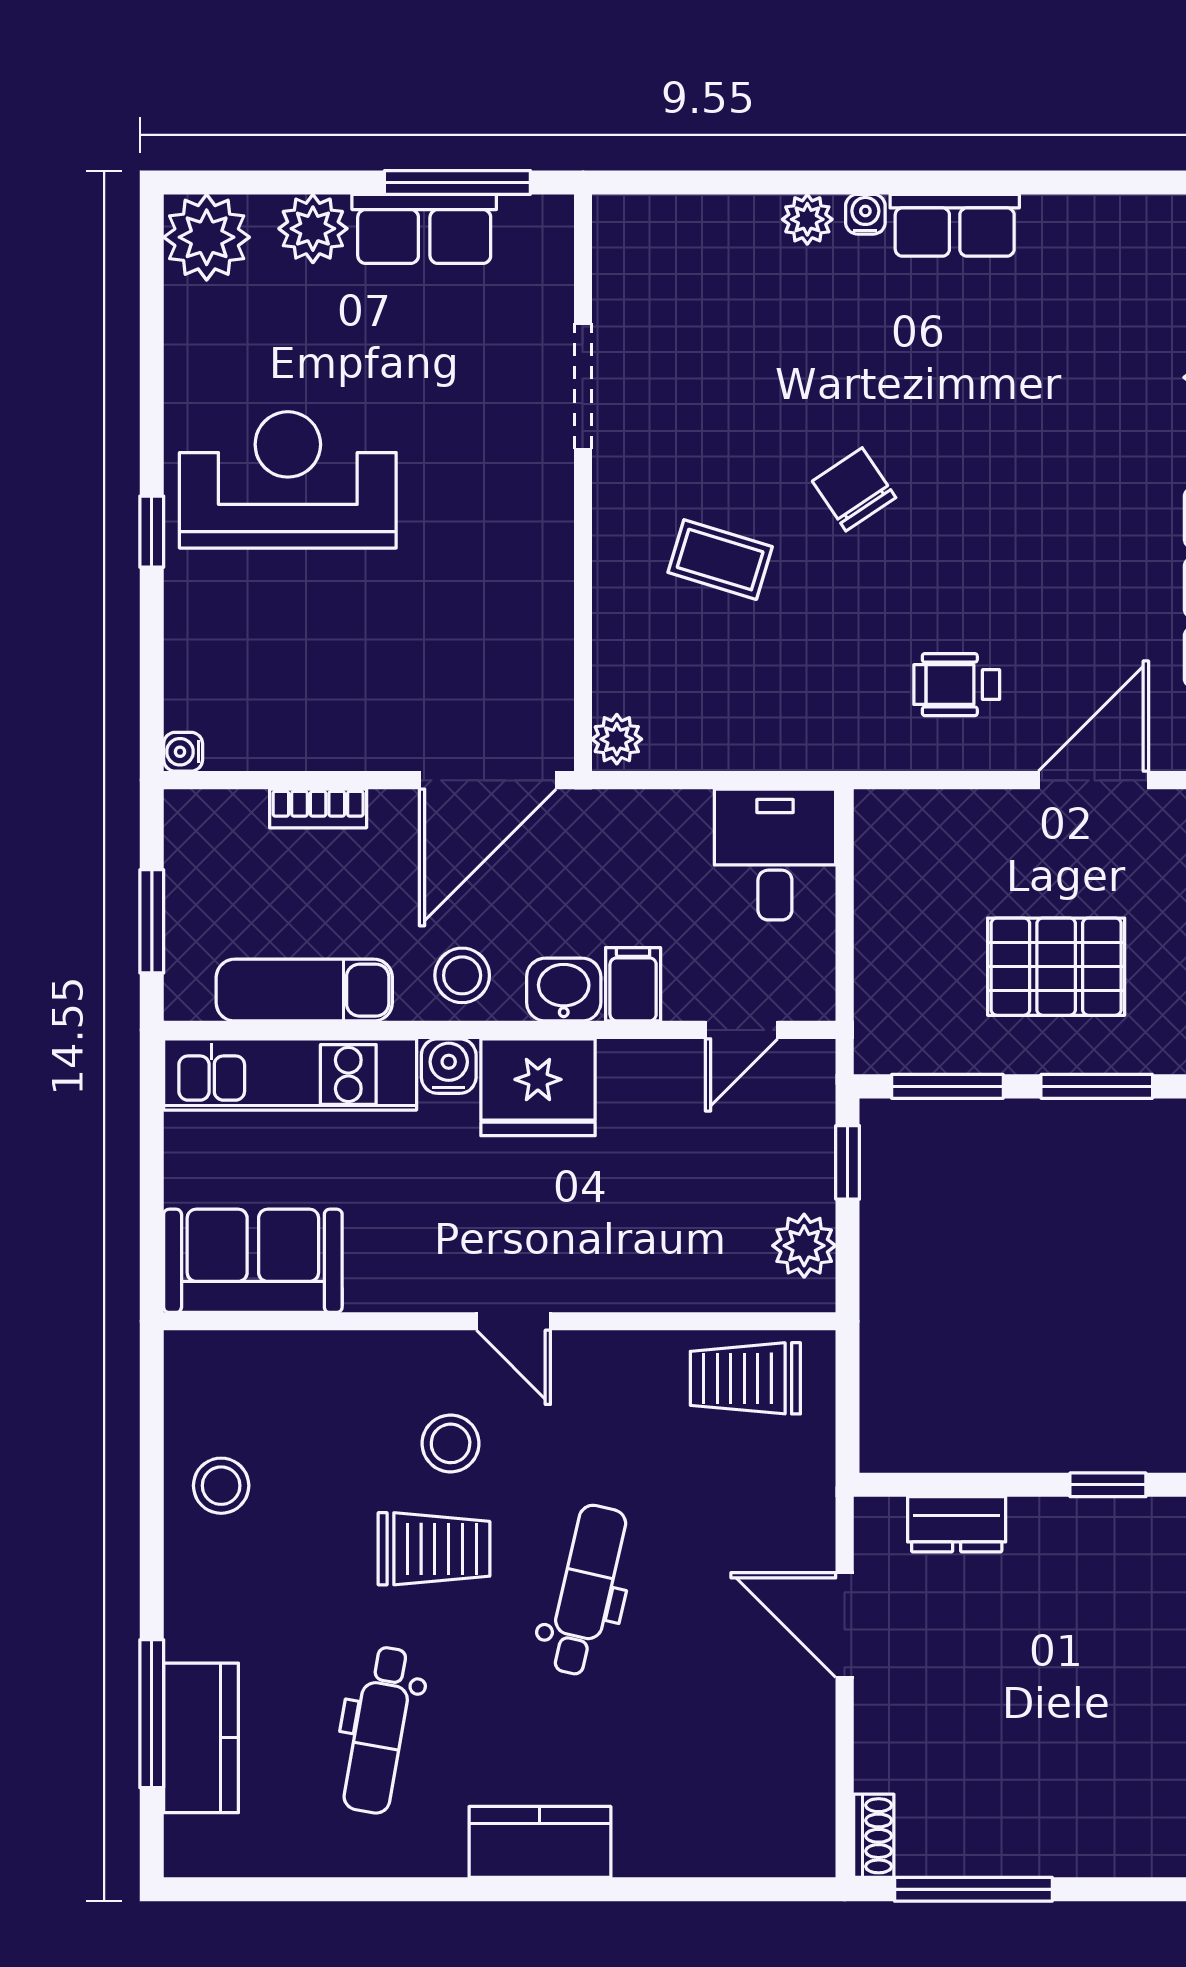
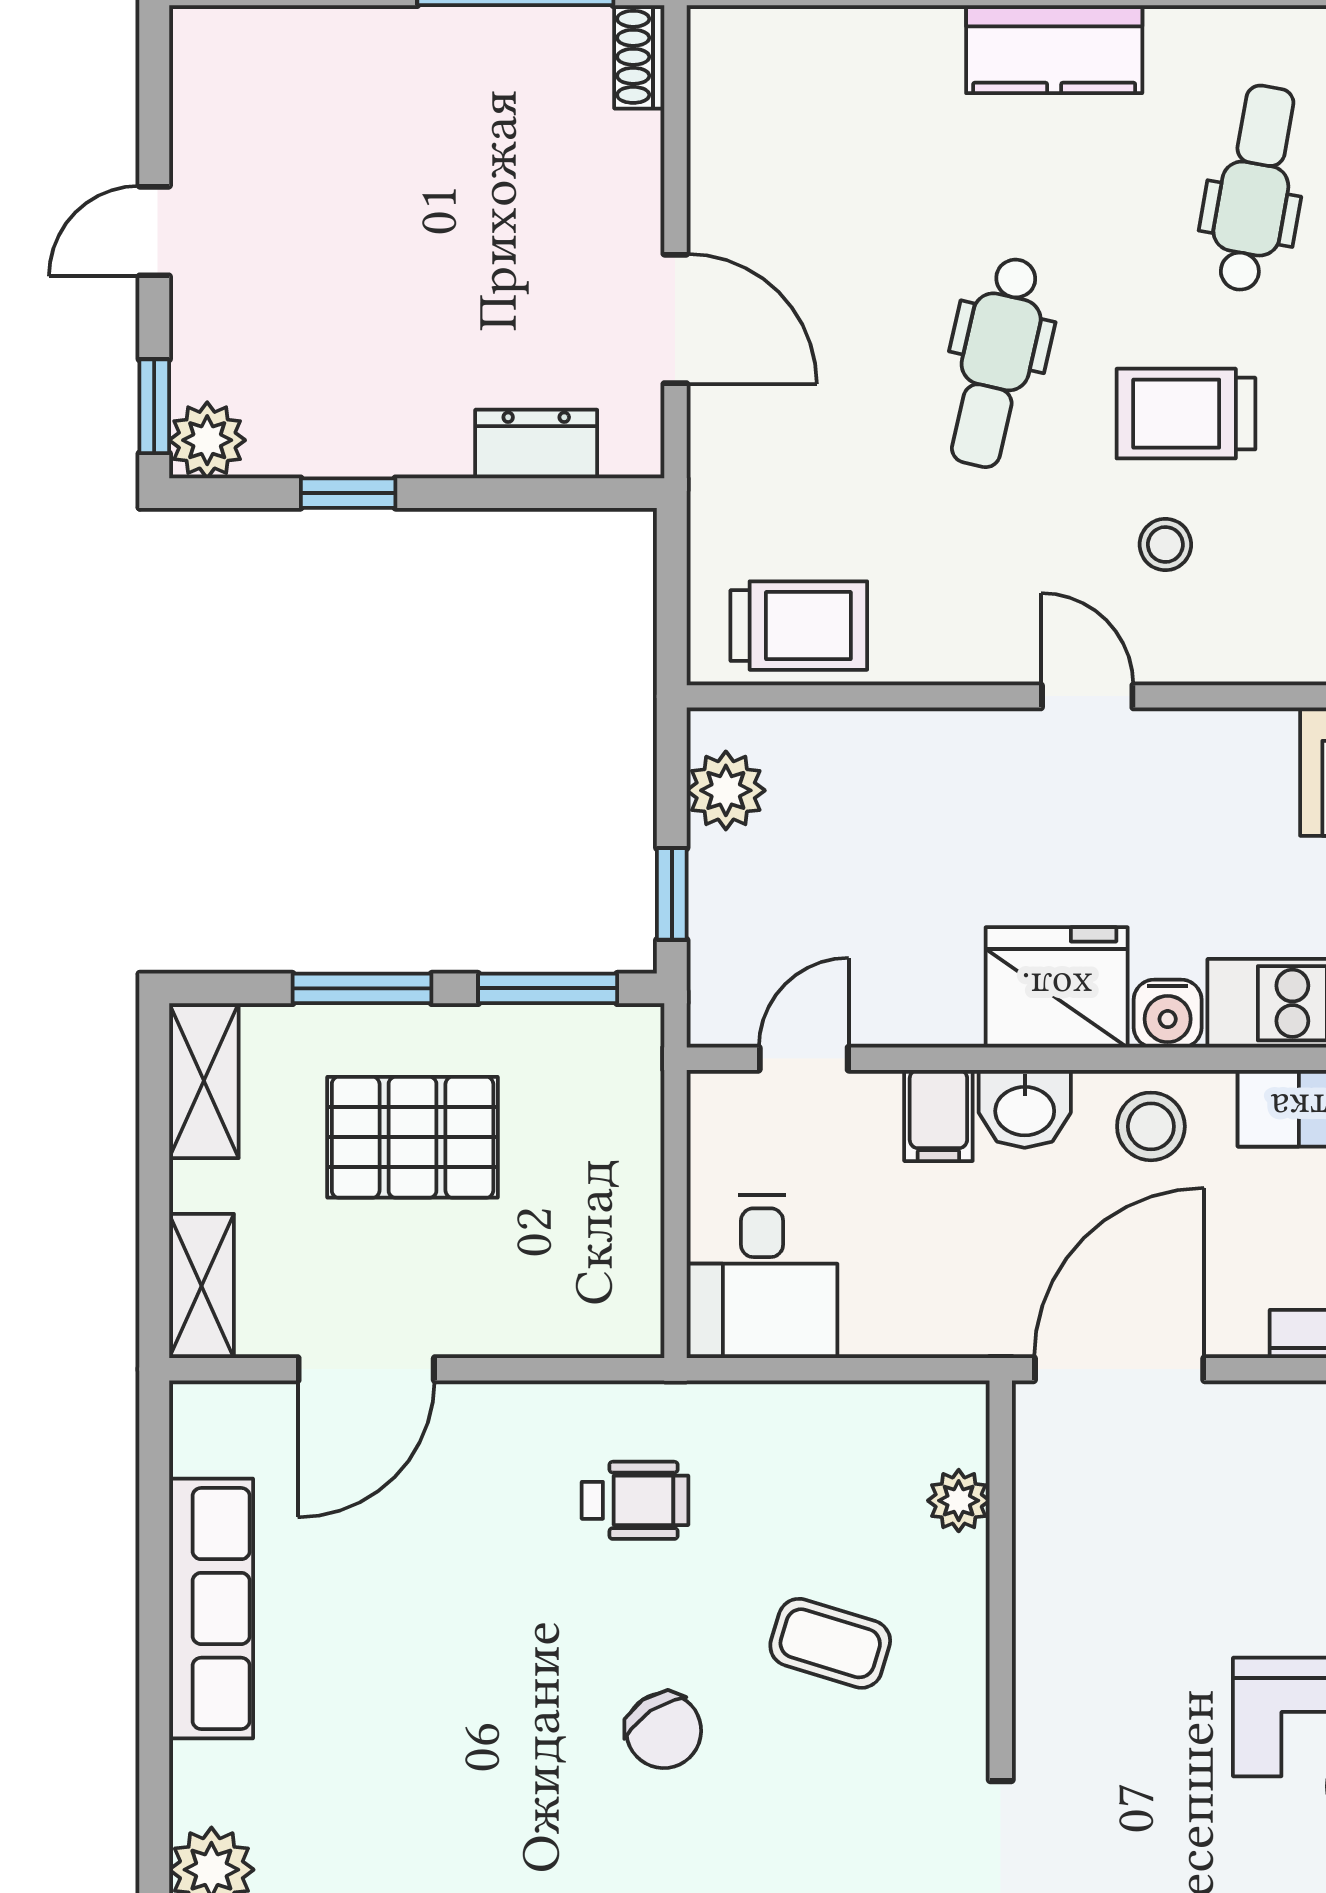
wheelchair: (957, 685) -> (635, 1500), moved
plant: (617, 739) -> (959, 1501), moved
stool: (451, 1443) -> (1165, 545), width x0.73, depth x0.73

